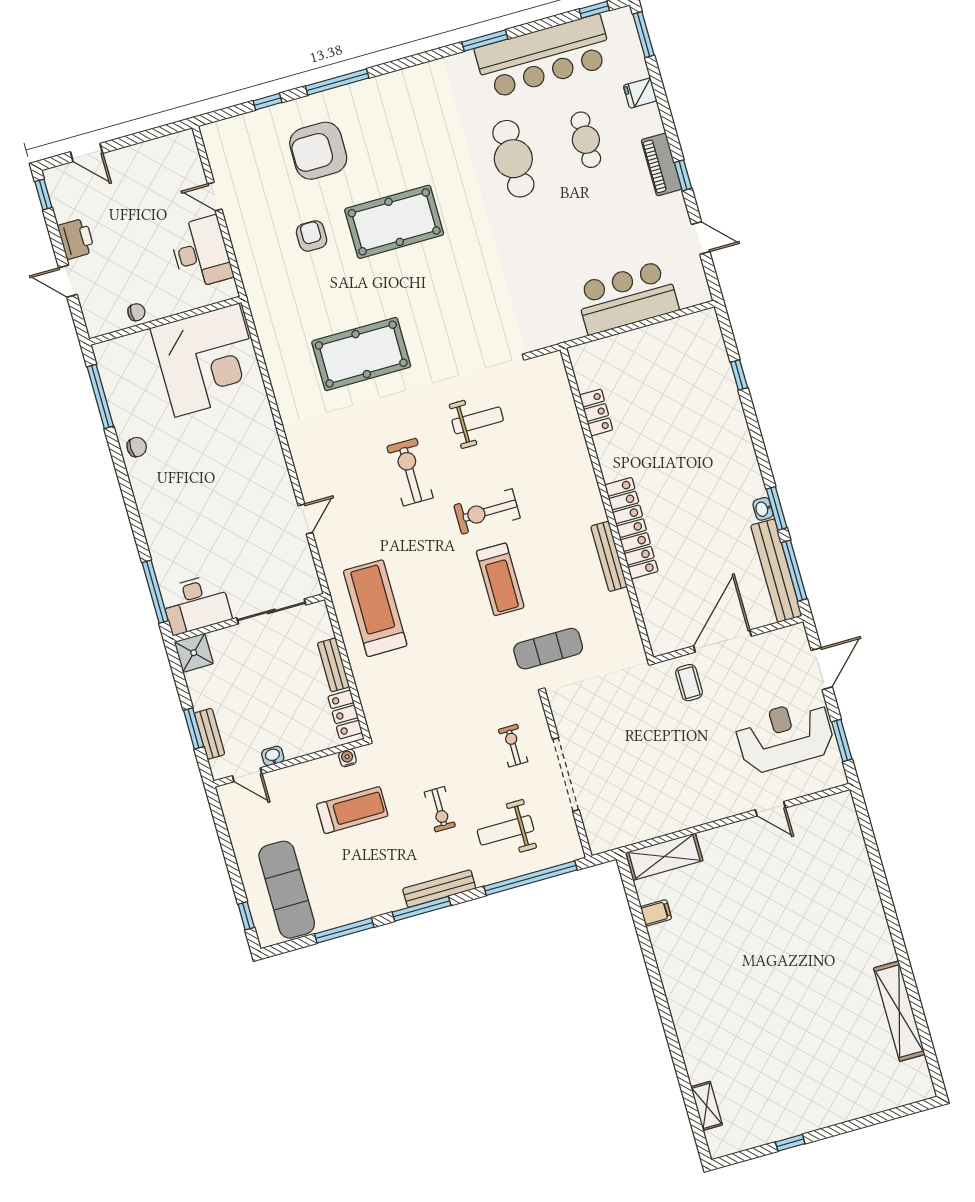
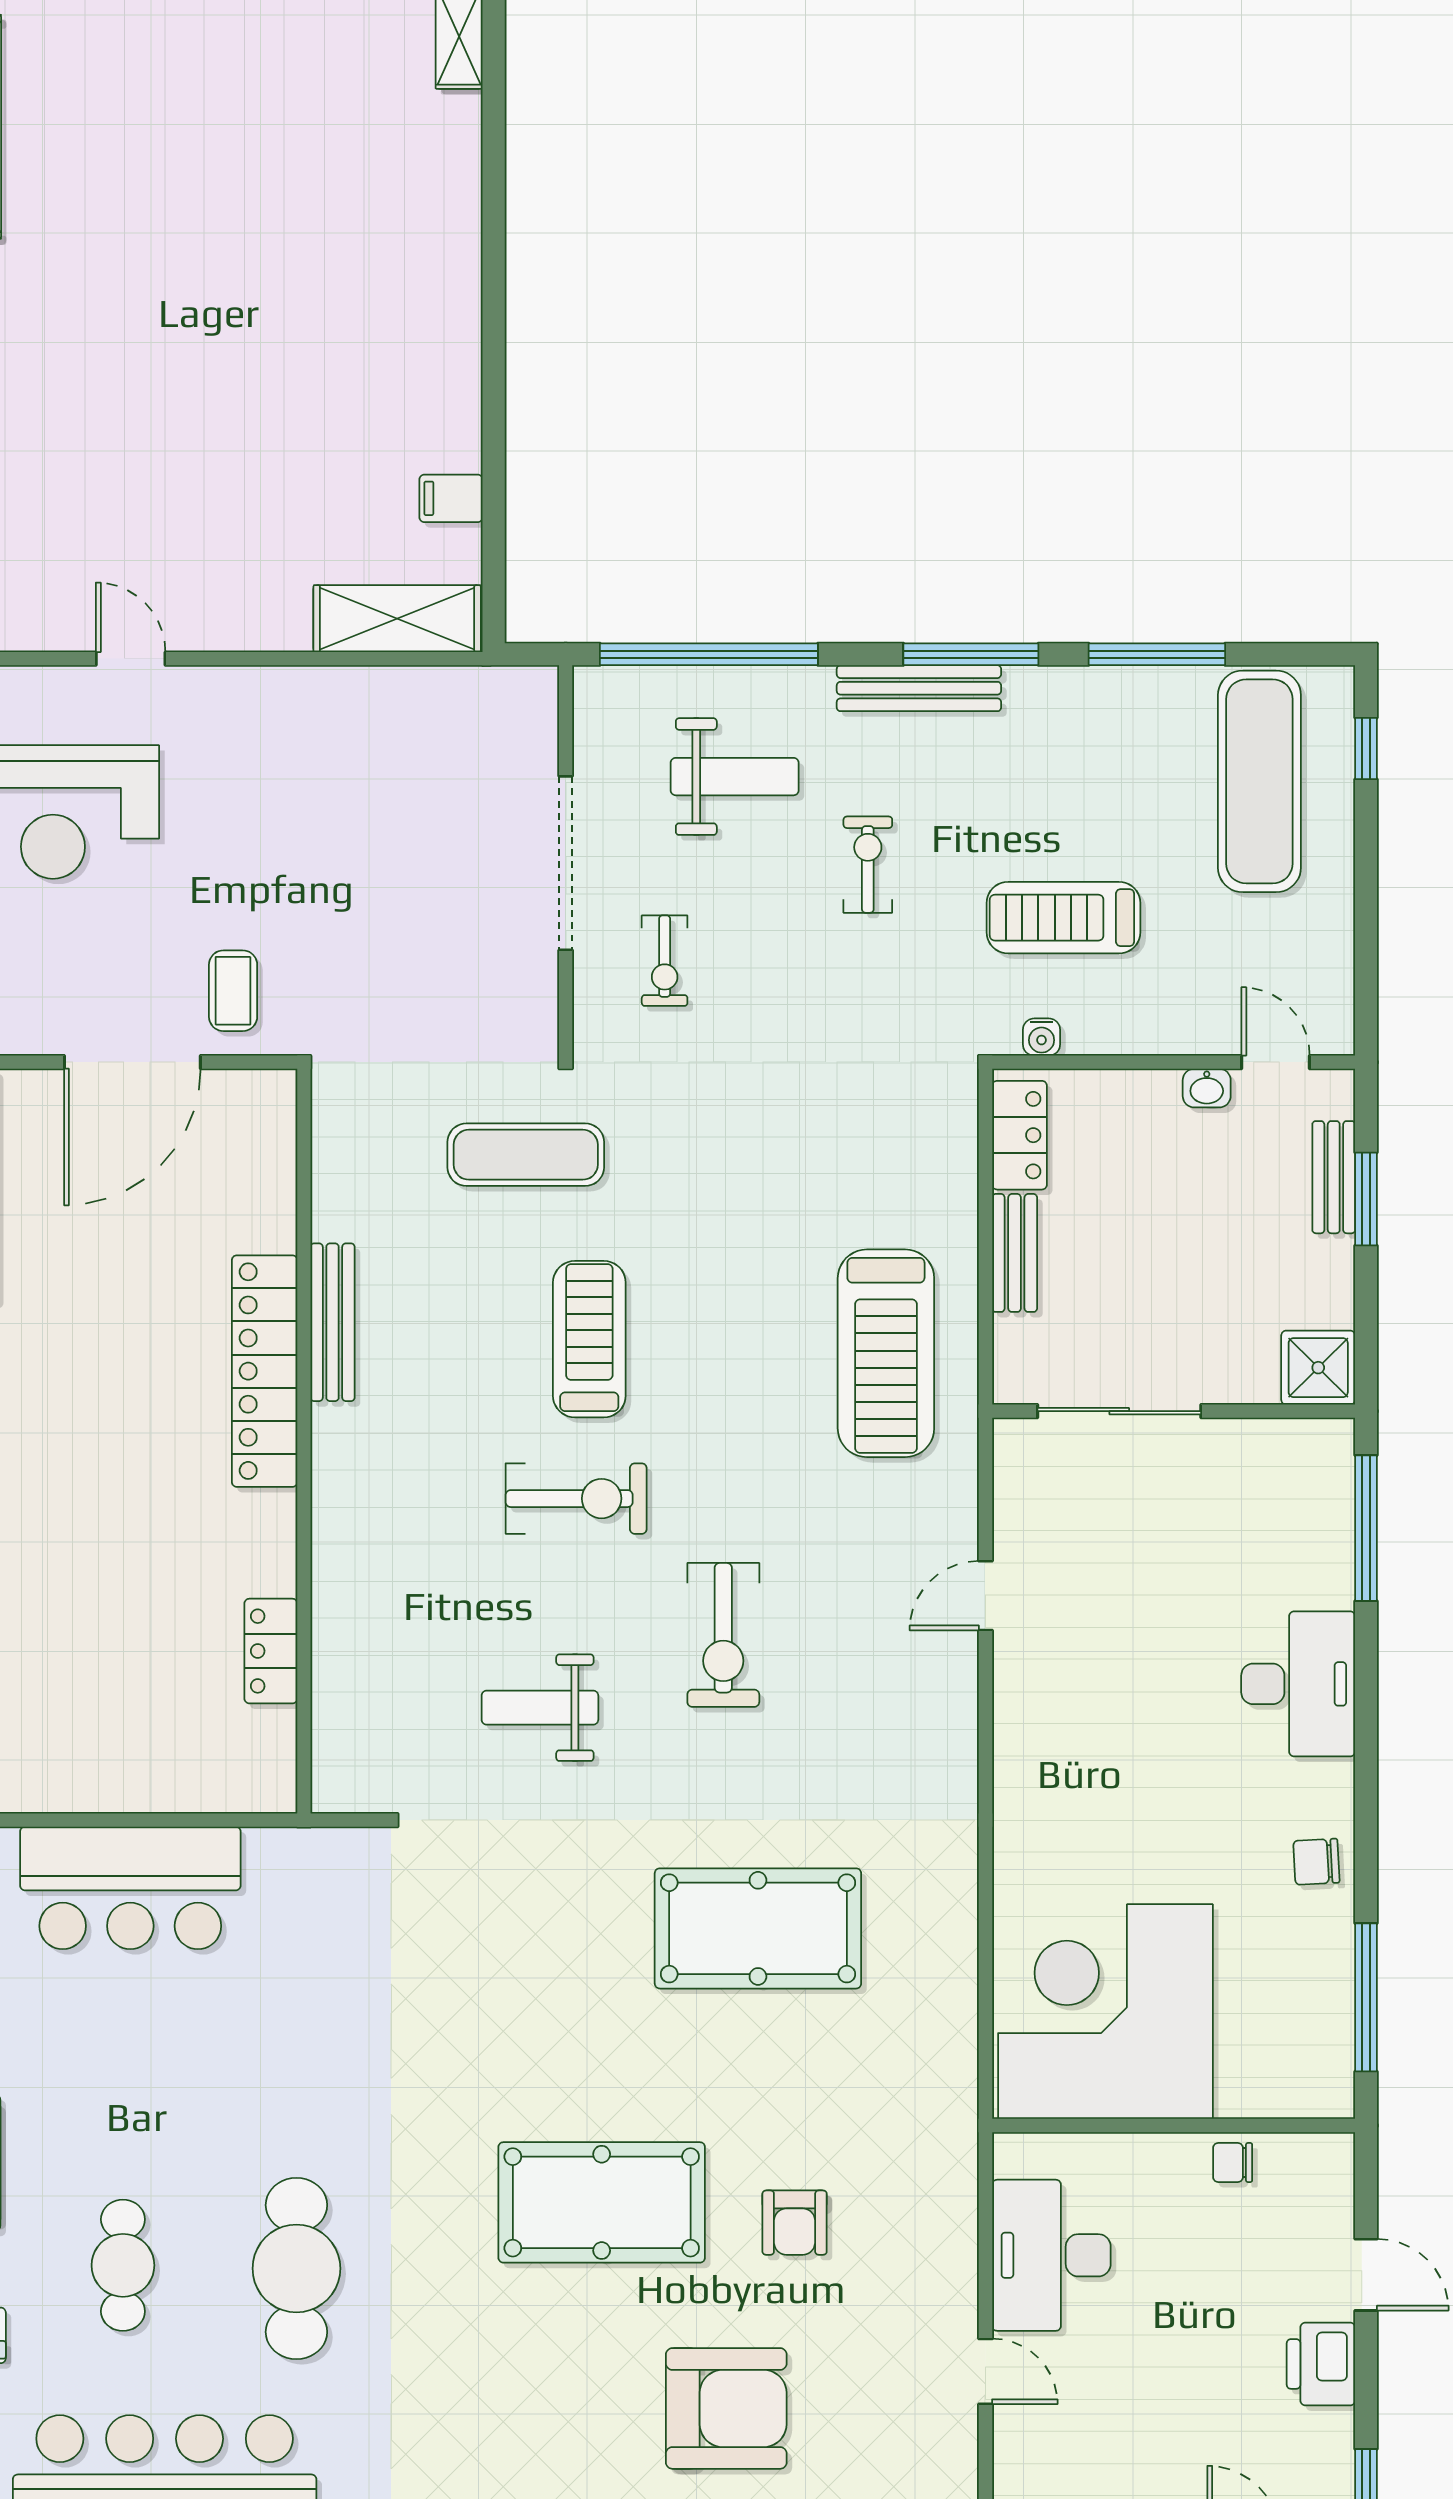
desk: (196, 604) -> (1298, 1684), moved, turned 90

